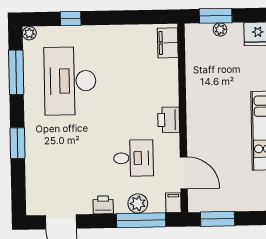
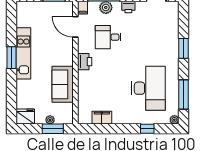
filing cabinet: (168, 43) -> (102, 118), moved, turned -90
sofa: (202, 84) -> (63, 84), added

